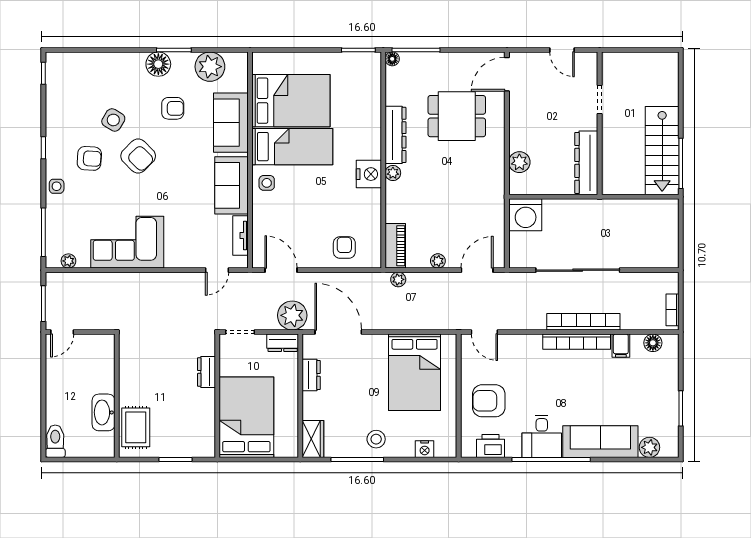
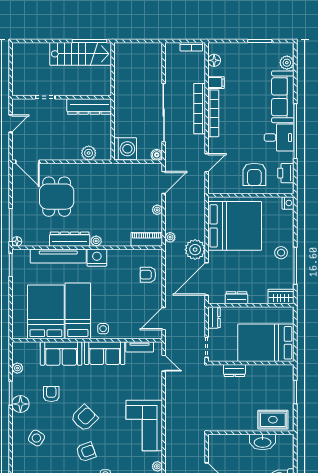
plant: (210, 67) -> (17, 368), width x0.53, depth x0.53
tv unit: (371, 119) -> (58, 256), added
side table: (113, 120) -> (36, 438), moved
armchair: (89, 158) -> (86, 452), turned 66
boiler: (517, 260) -> (157, 155), added
door: (477, 270) -> (164, 183), swing flipped
plant: (292, 315) -> (195, 250), moved
door: (484, 332) -> (207, 163), moved
bed: (415, 372) -> (235, 226), width x1.36
nightstand: (425, 449) -> (288, 203), moved

